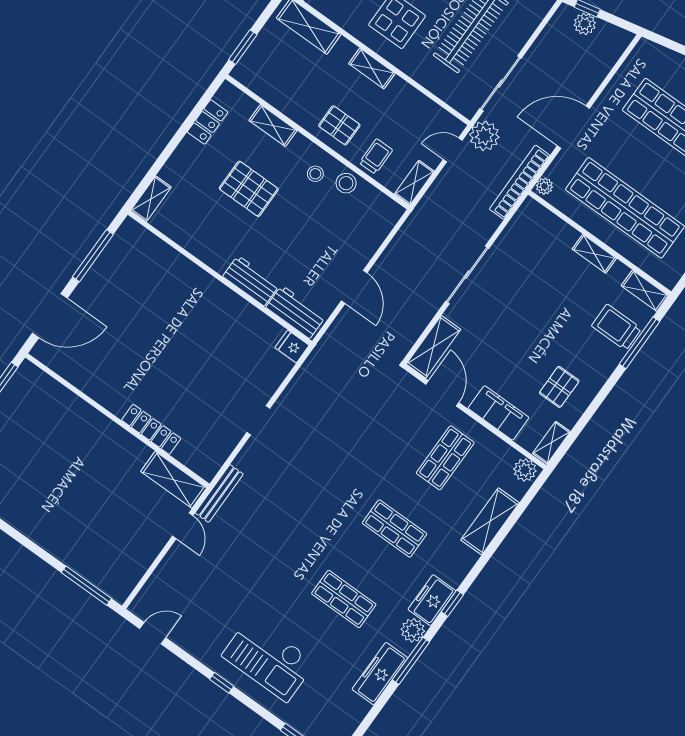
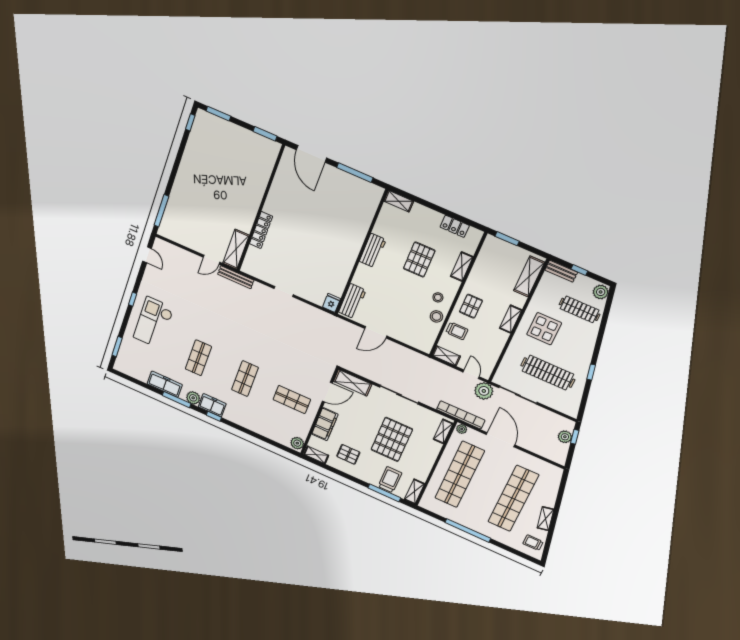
shelving: (594, 254) -> (443, 431), moved
workbench: (251, 281) -> (373, 251), moved
pallet: (544, 306) -> (392, 439), added
shelving: (490, 521) -> (264, 429), removed

